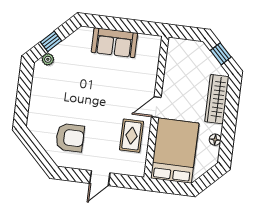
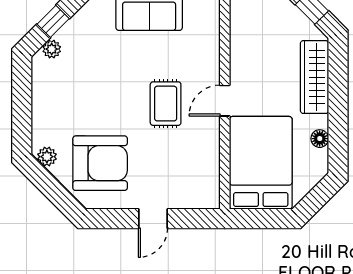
plant: (36, 129) -> (47, 157), added
rug: (132, 136) -> (166, 104), moved
armchair: (70, 138) -> (100, 163), width x1.36, depth x1.36

